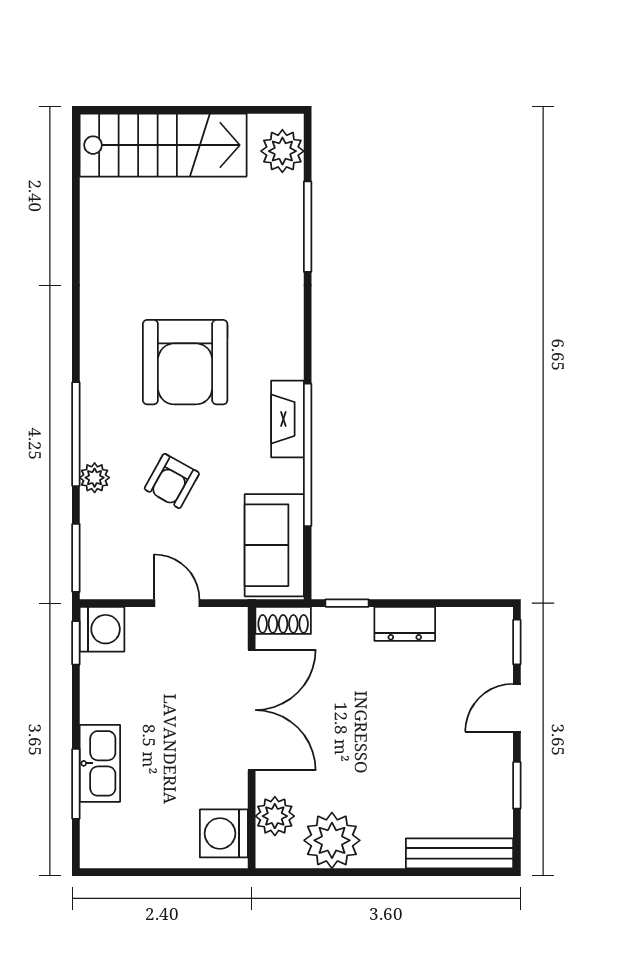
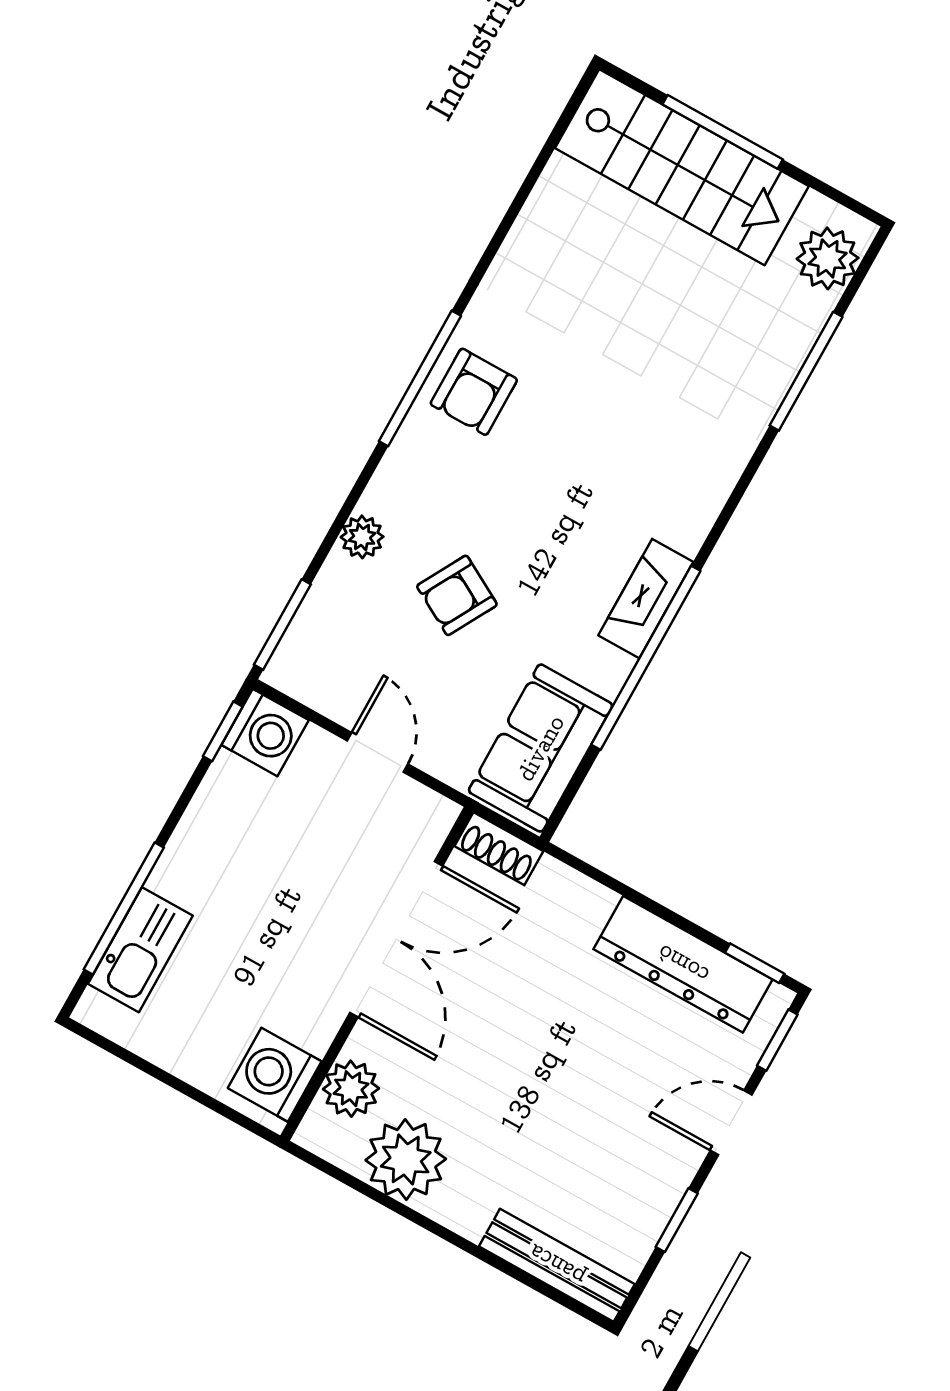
window: (176, 110) -> (723, 132), added
armchair: (185, 362) -> (474, 392), moved, width x0.53, depth x0.53
window: (76, 434) -> (420, 378), moved
window: (347, 603) -> (755, 963), moved
dresser: (405, 624) -> (683, 964), width x1.96, depth x1.24
kitchen sink: (100, 763) -> (140, 950), moved
window: (76, 784) -> (124, 908), width x1.44

